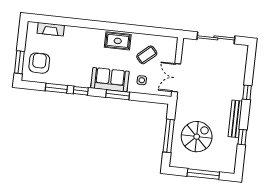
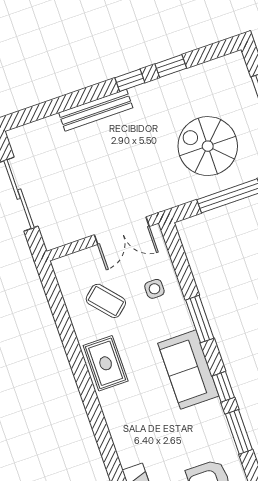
sofa: (110, 80) -> (188, 370), moved
window: (247, 92) -> (130, 80), moved
bench: (235, 119) -> (96, 110), moved

